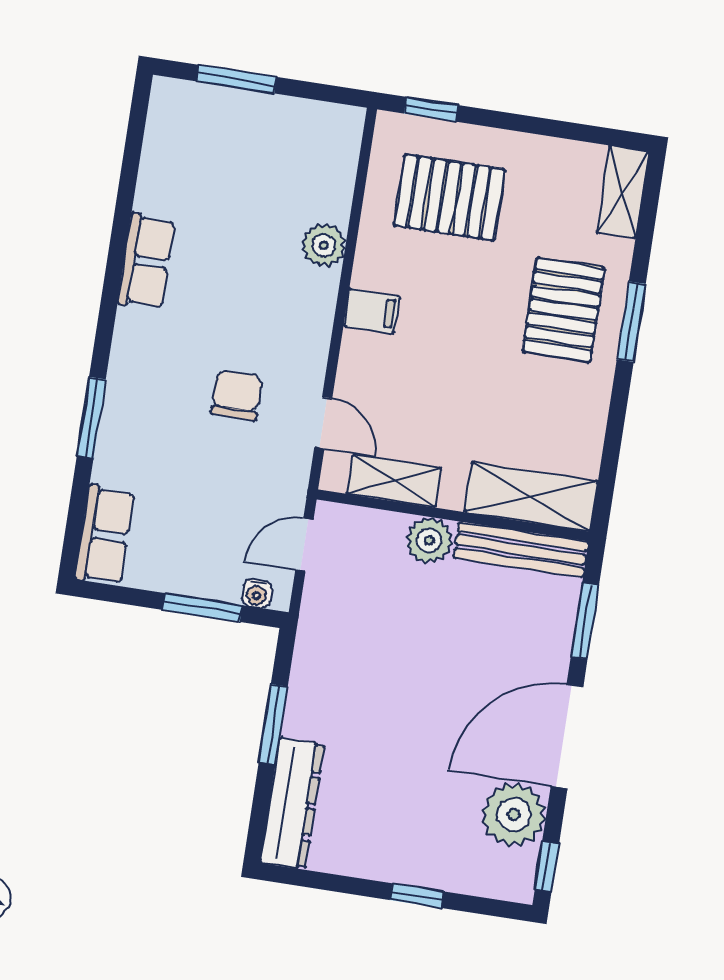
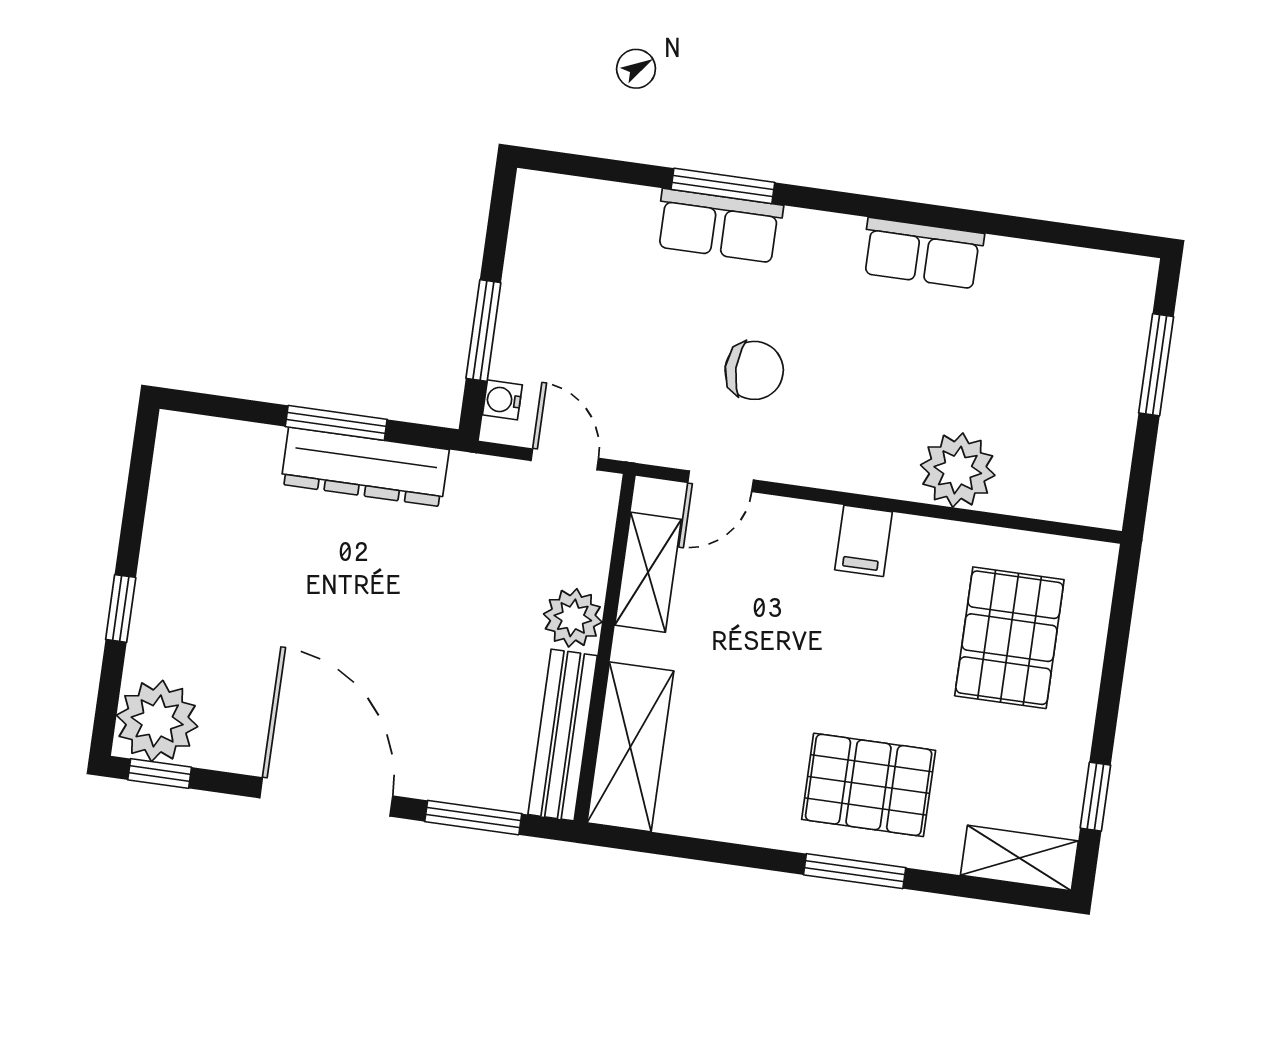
window: (431, 109) -> (1095, 797), moved
plant: (324, 245) -> (958, 470), width x1.36, depth x1.36
row of seats: (105, 535) -> (719, 226), moved
dresser: (292, 803) -> (365, 467), moved
plant: (514, 815) -> (157, 721), moved

